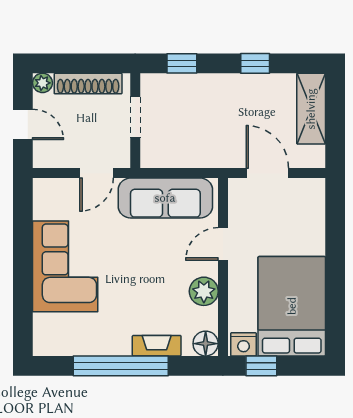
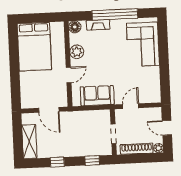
sofa: (165, 198) -> (97, 96), width x0.73
corner sofa: (65, 266) -> (143, 44), moved
nightstand: (244, 344) -> (57, 27), removed
window: (261, 366) -> (48, 17), removed

